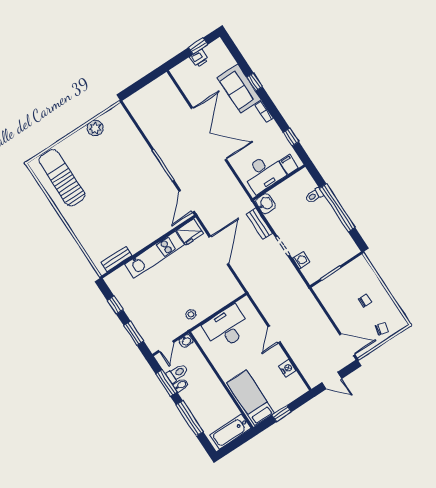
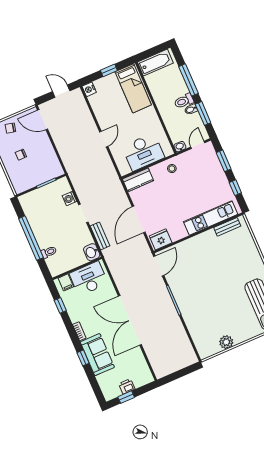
kitchen unit: (155, 255) -> (211, 218), moved
kitchen counter: (227, 295) -> (138, 180), added
nightstand: (287, 368) -> (89, 89), moved
toilet: (177, 373) -> (184, 101), moved

